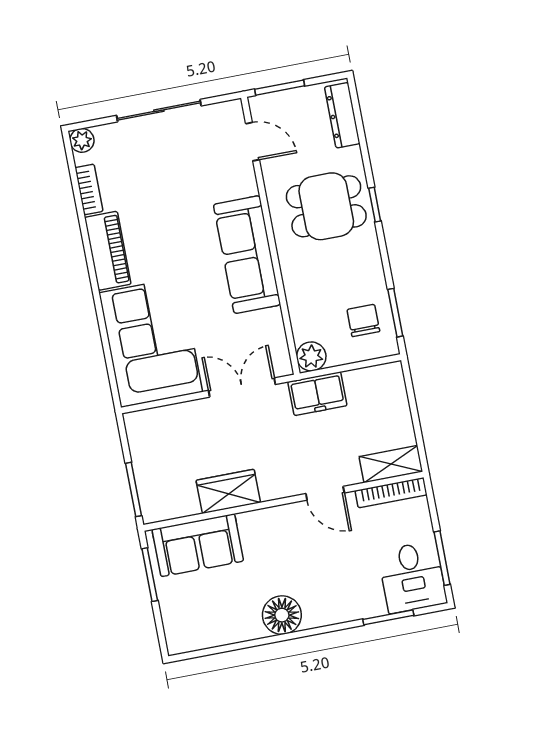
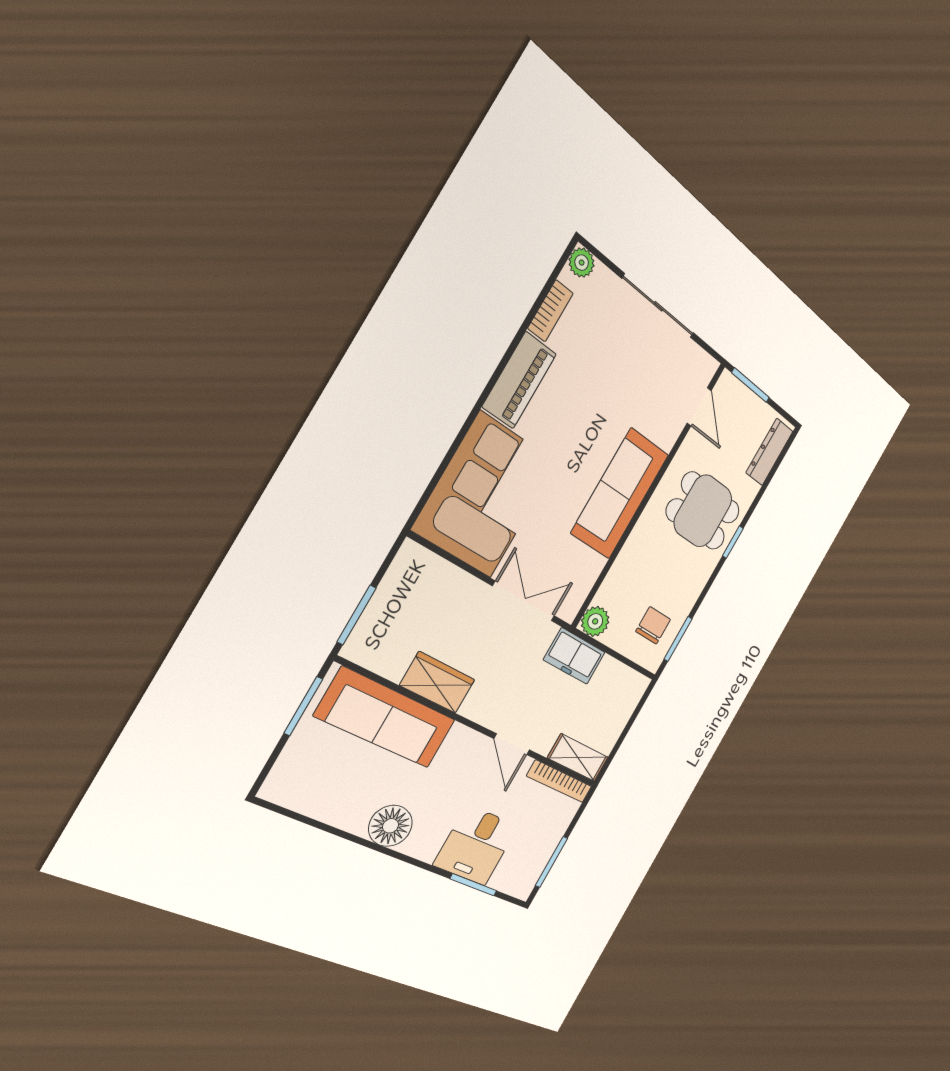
sofa: (198, 545) -> (386, 718), width x1.36
desk: (412, 577) -> (476, 845), moved

